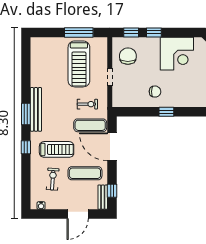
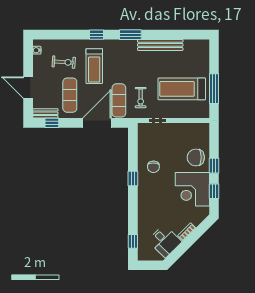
window: (131, 32) -> (214, 191), moved
chair: (128, 56) -> (196, 157), moved, turned 180
doorway: (110, 77) -> (157, 120), moved
bench: (36, 109) -> (160, 45), moved

